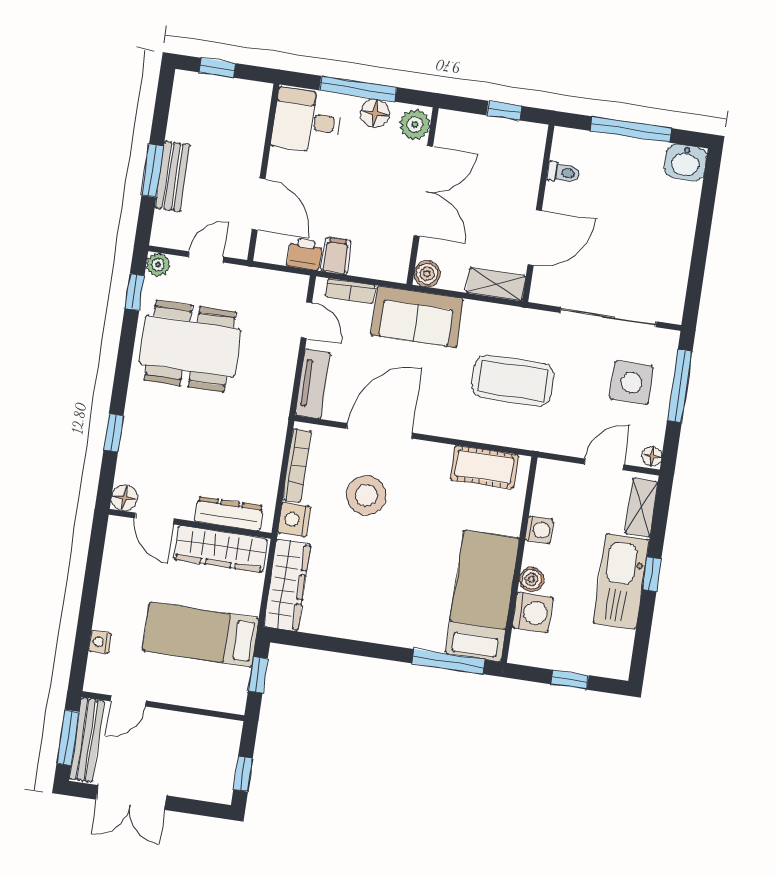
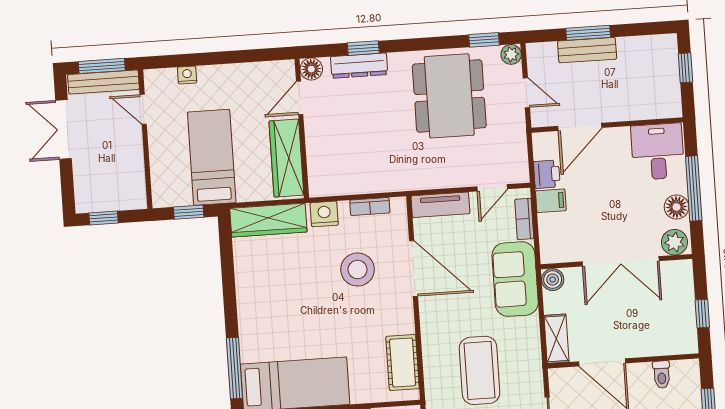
bookcase: (297, 465) -> (370, 206), width x0.64
dresser: (229, 514) -> (359, 66), moved, turned 90

